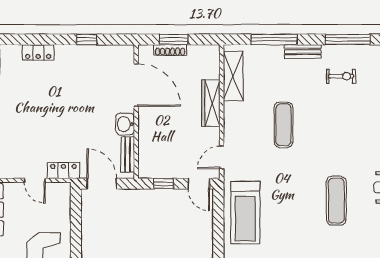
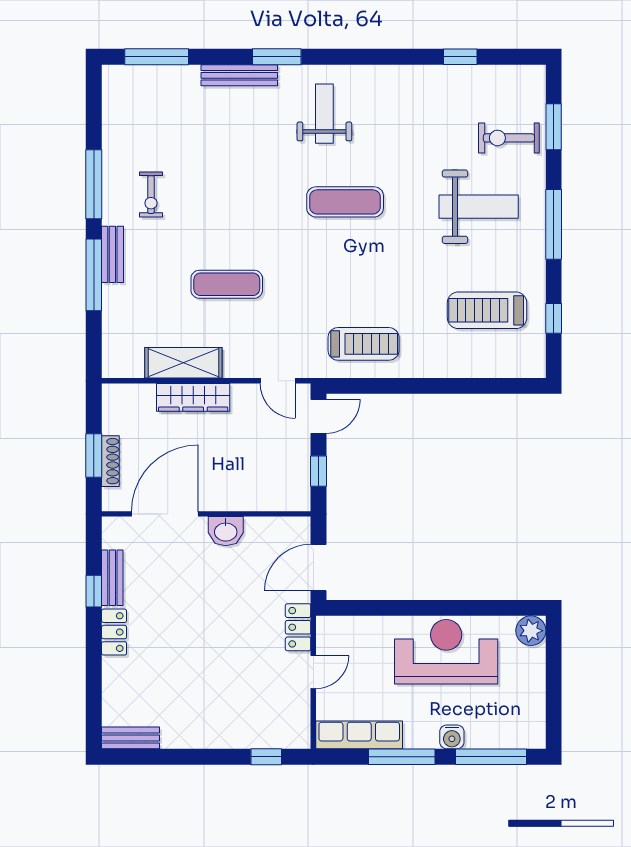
window: (274, 39) -> (94, 275), moved
locker: (38, 52) -> (114, 632), moved
shelving: (233, 76) -> (183, 363), moved
exercise bike: (341, 76) -> (151, 195), turned 180
bench: (128, 154) -> (112, 578), moved, turned 90
treadmill: (245, 213) -> (363, 344), width x0.73, depth x0.73

